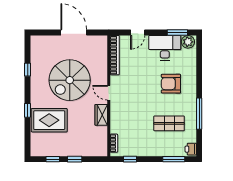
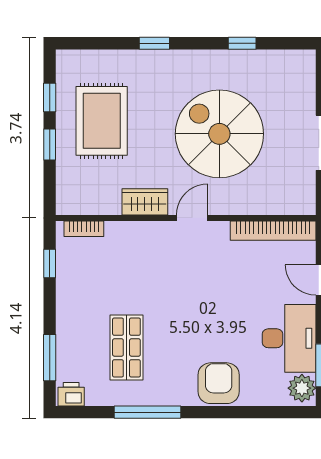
armchair: (171, 84) -> (219, 383), moved
rug: (49, 120) -> (102, 121), moved

